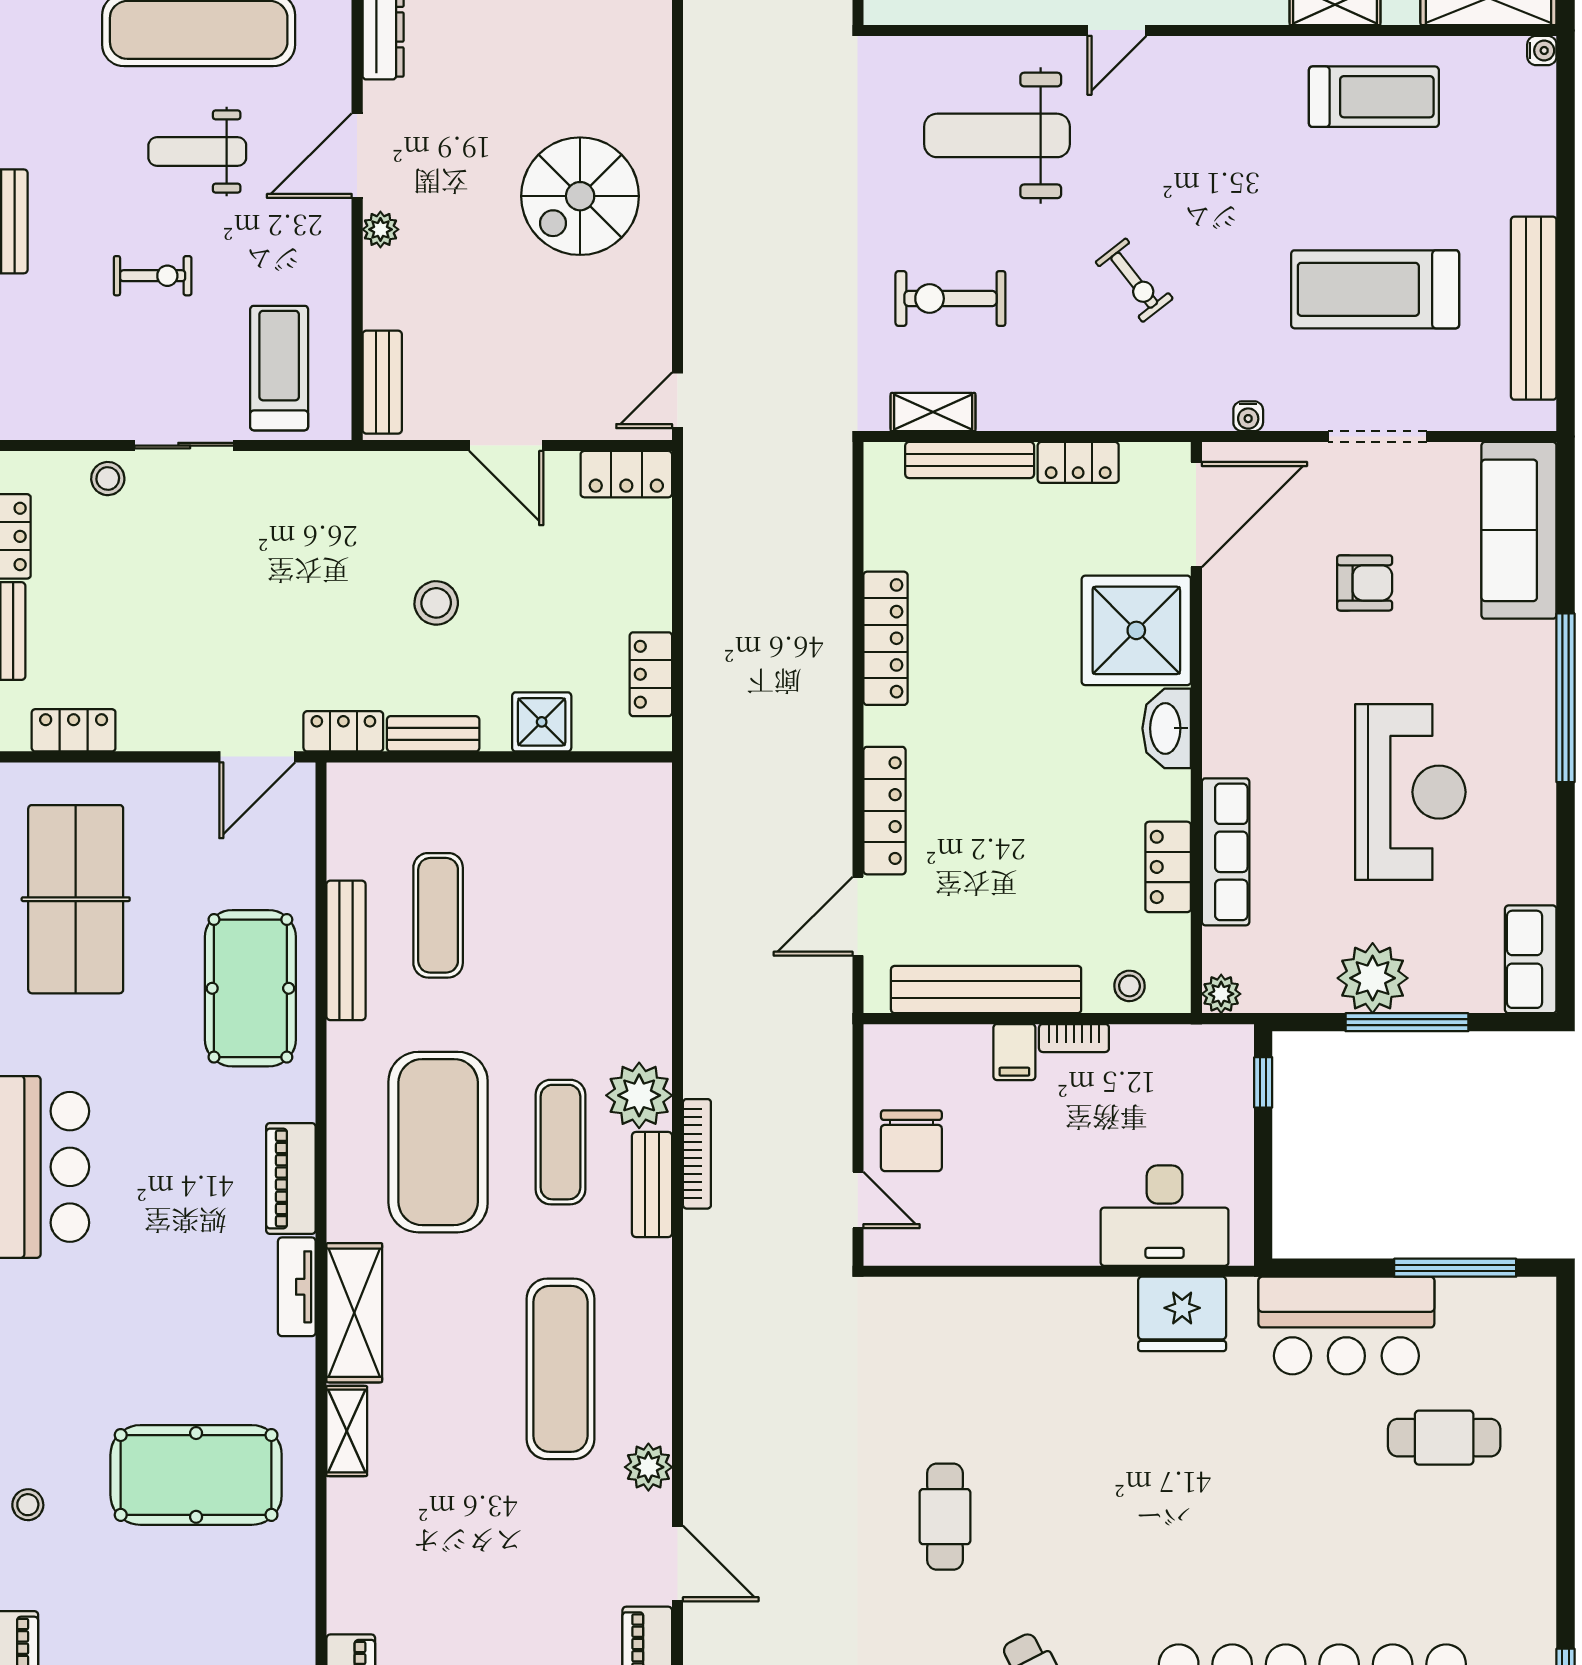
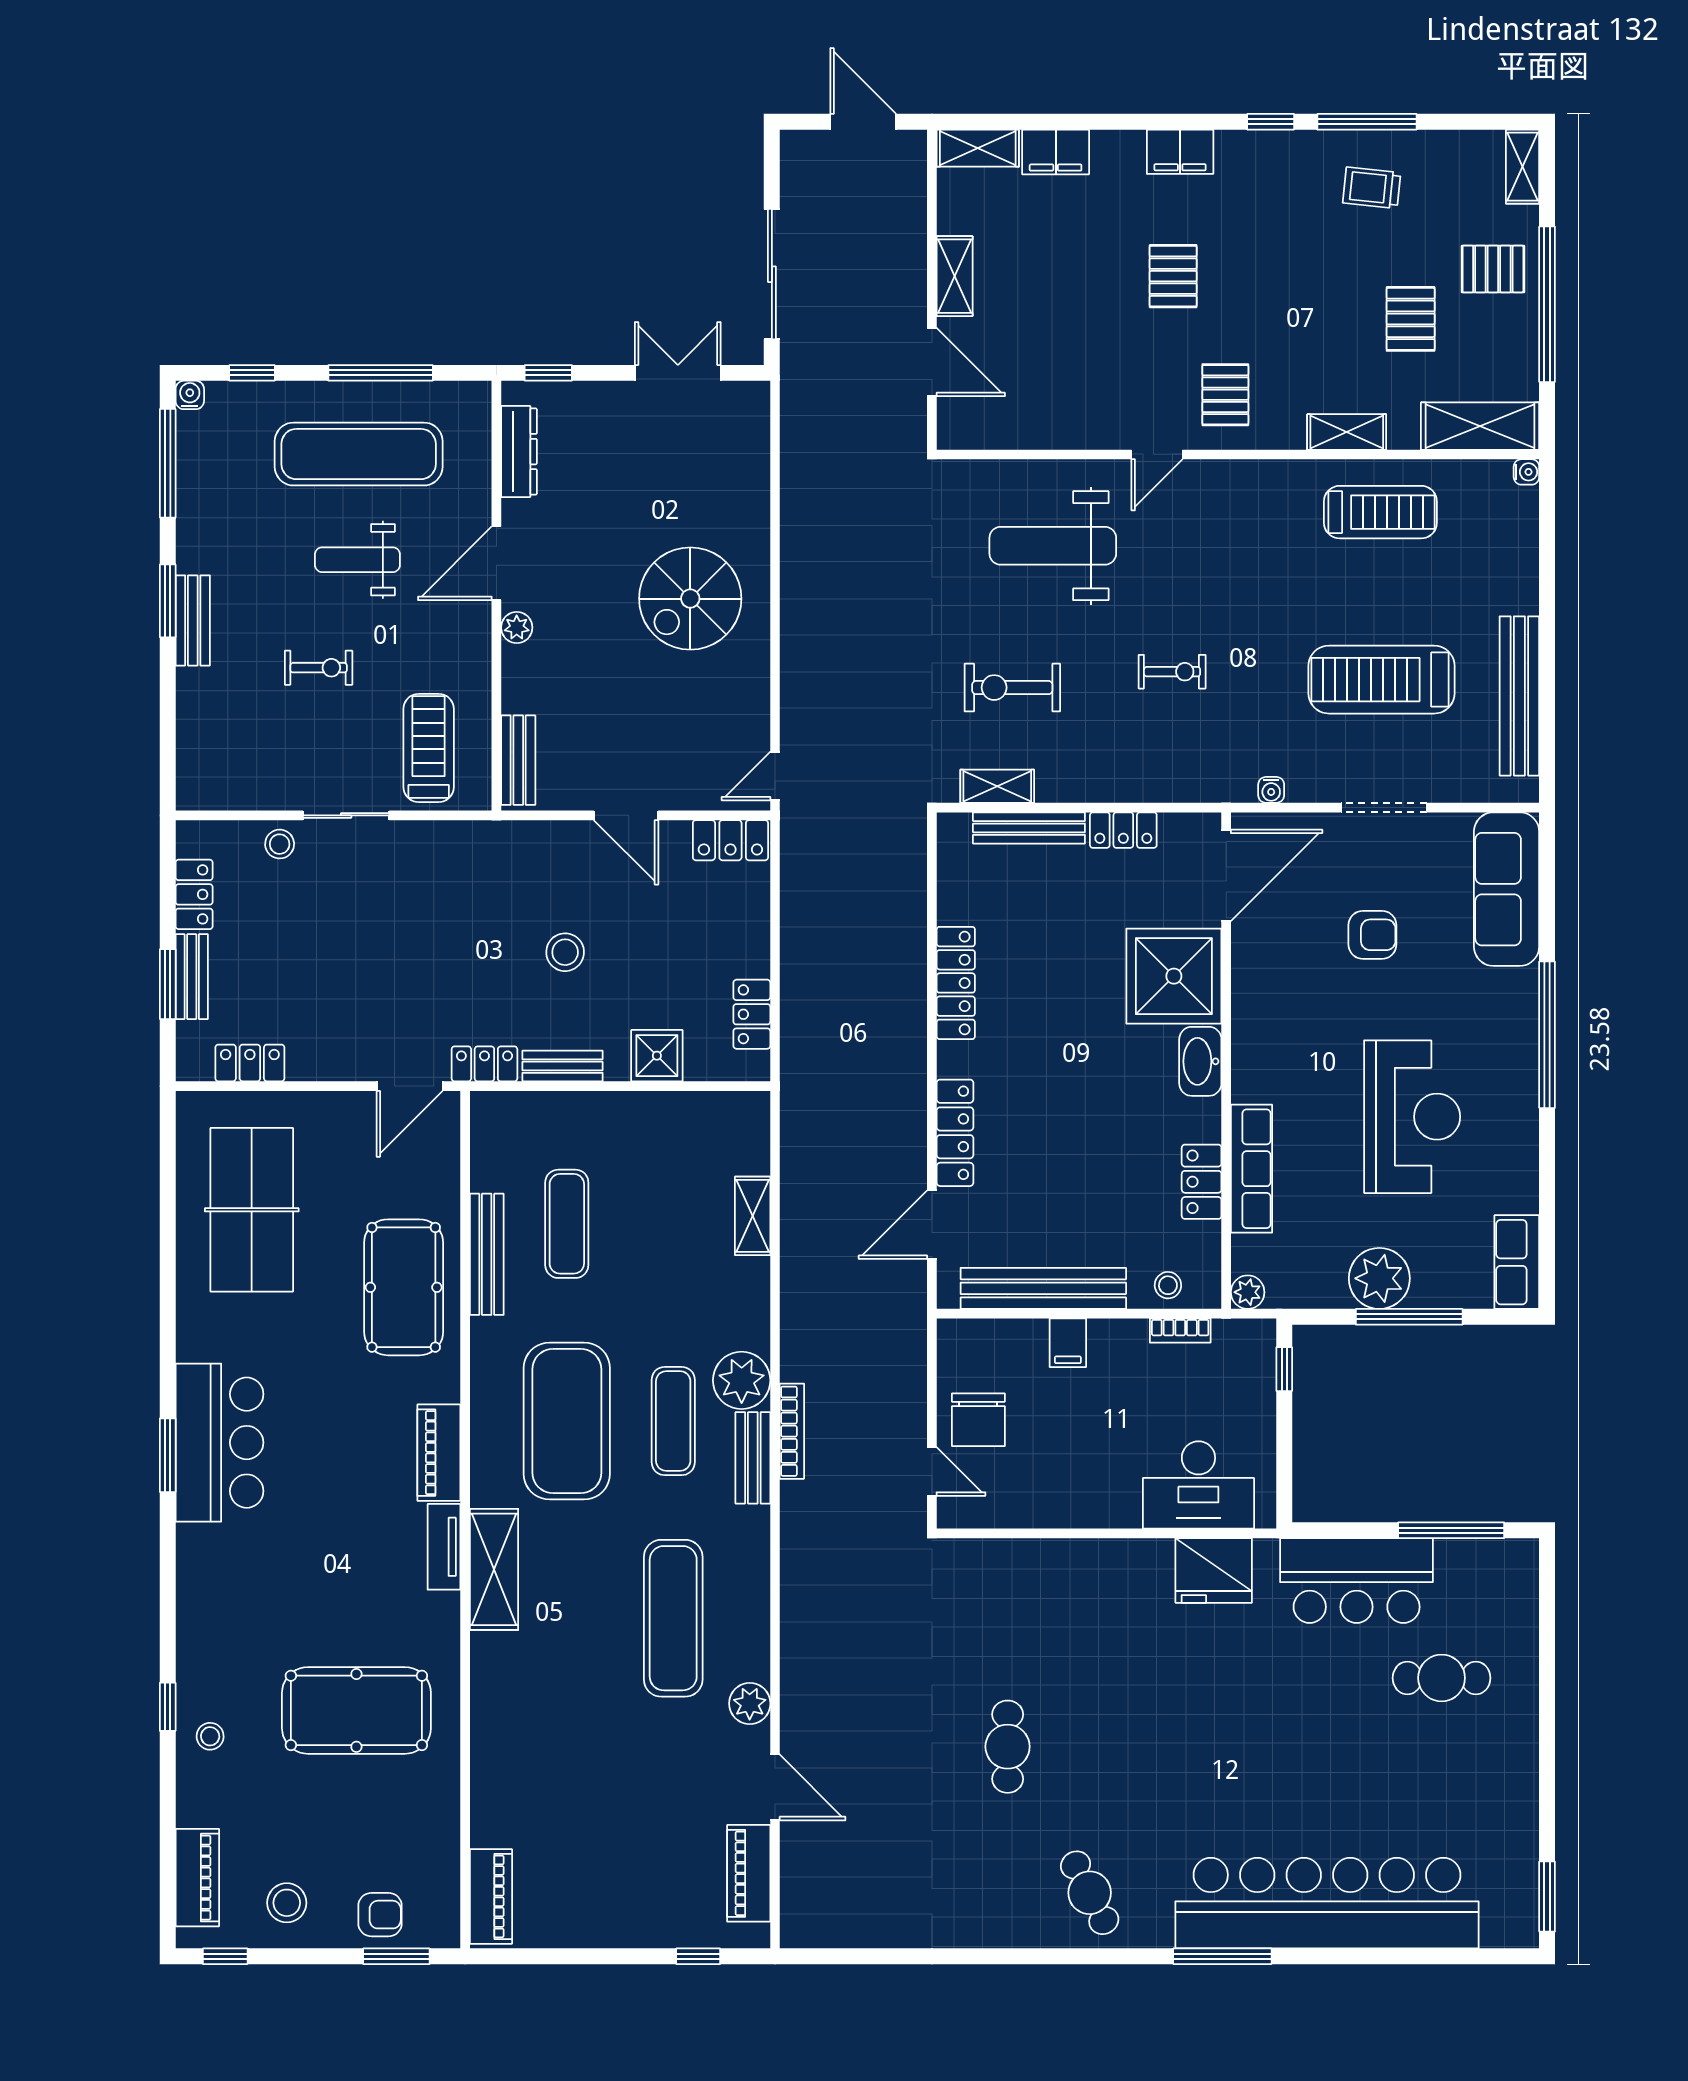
exercise bike: (1134, 280) -> (1172, 672), turned -52
bookcase: (1074, 1038) -> (1180, 1331), moved
shelving: (347, 1431) -> (753, 1216), moved

